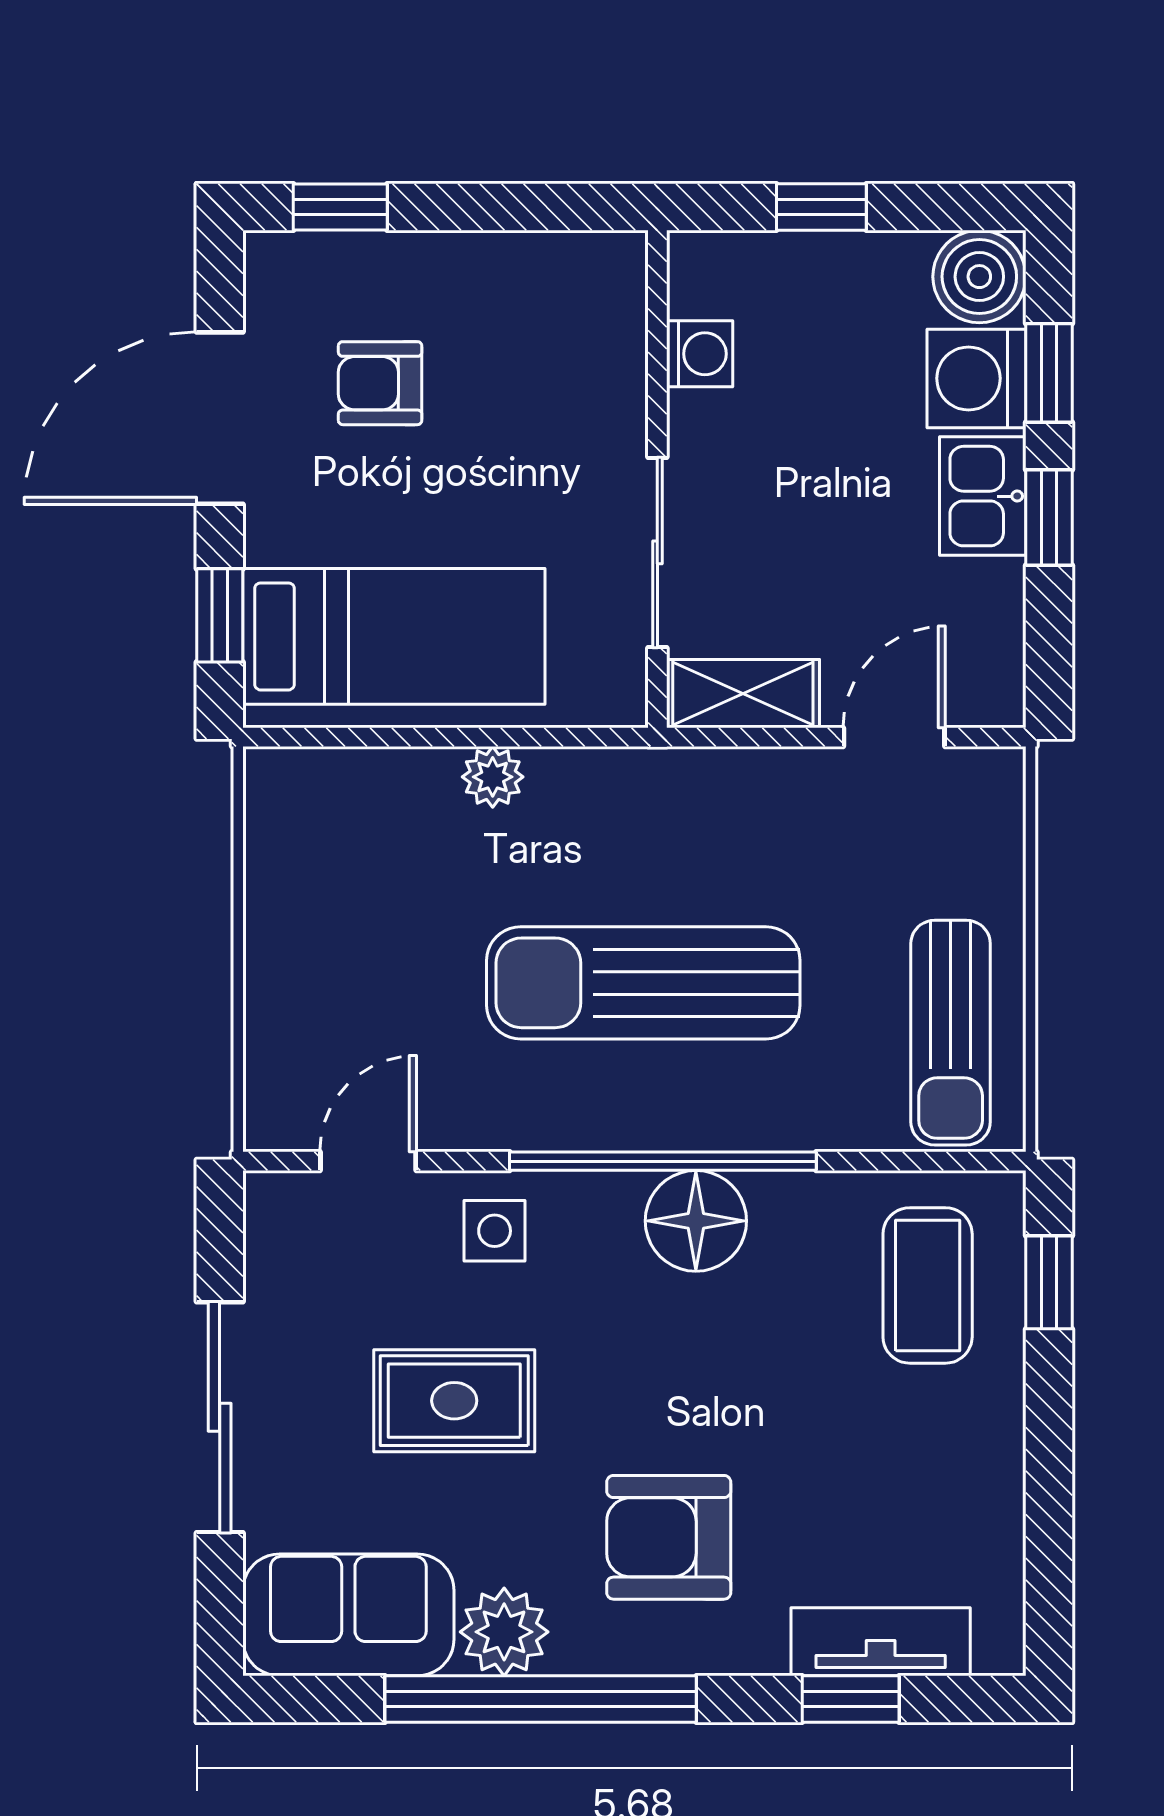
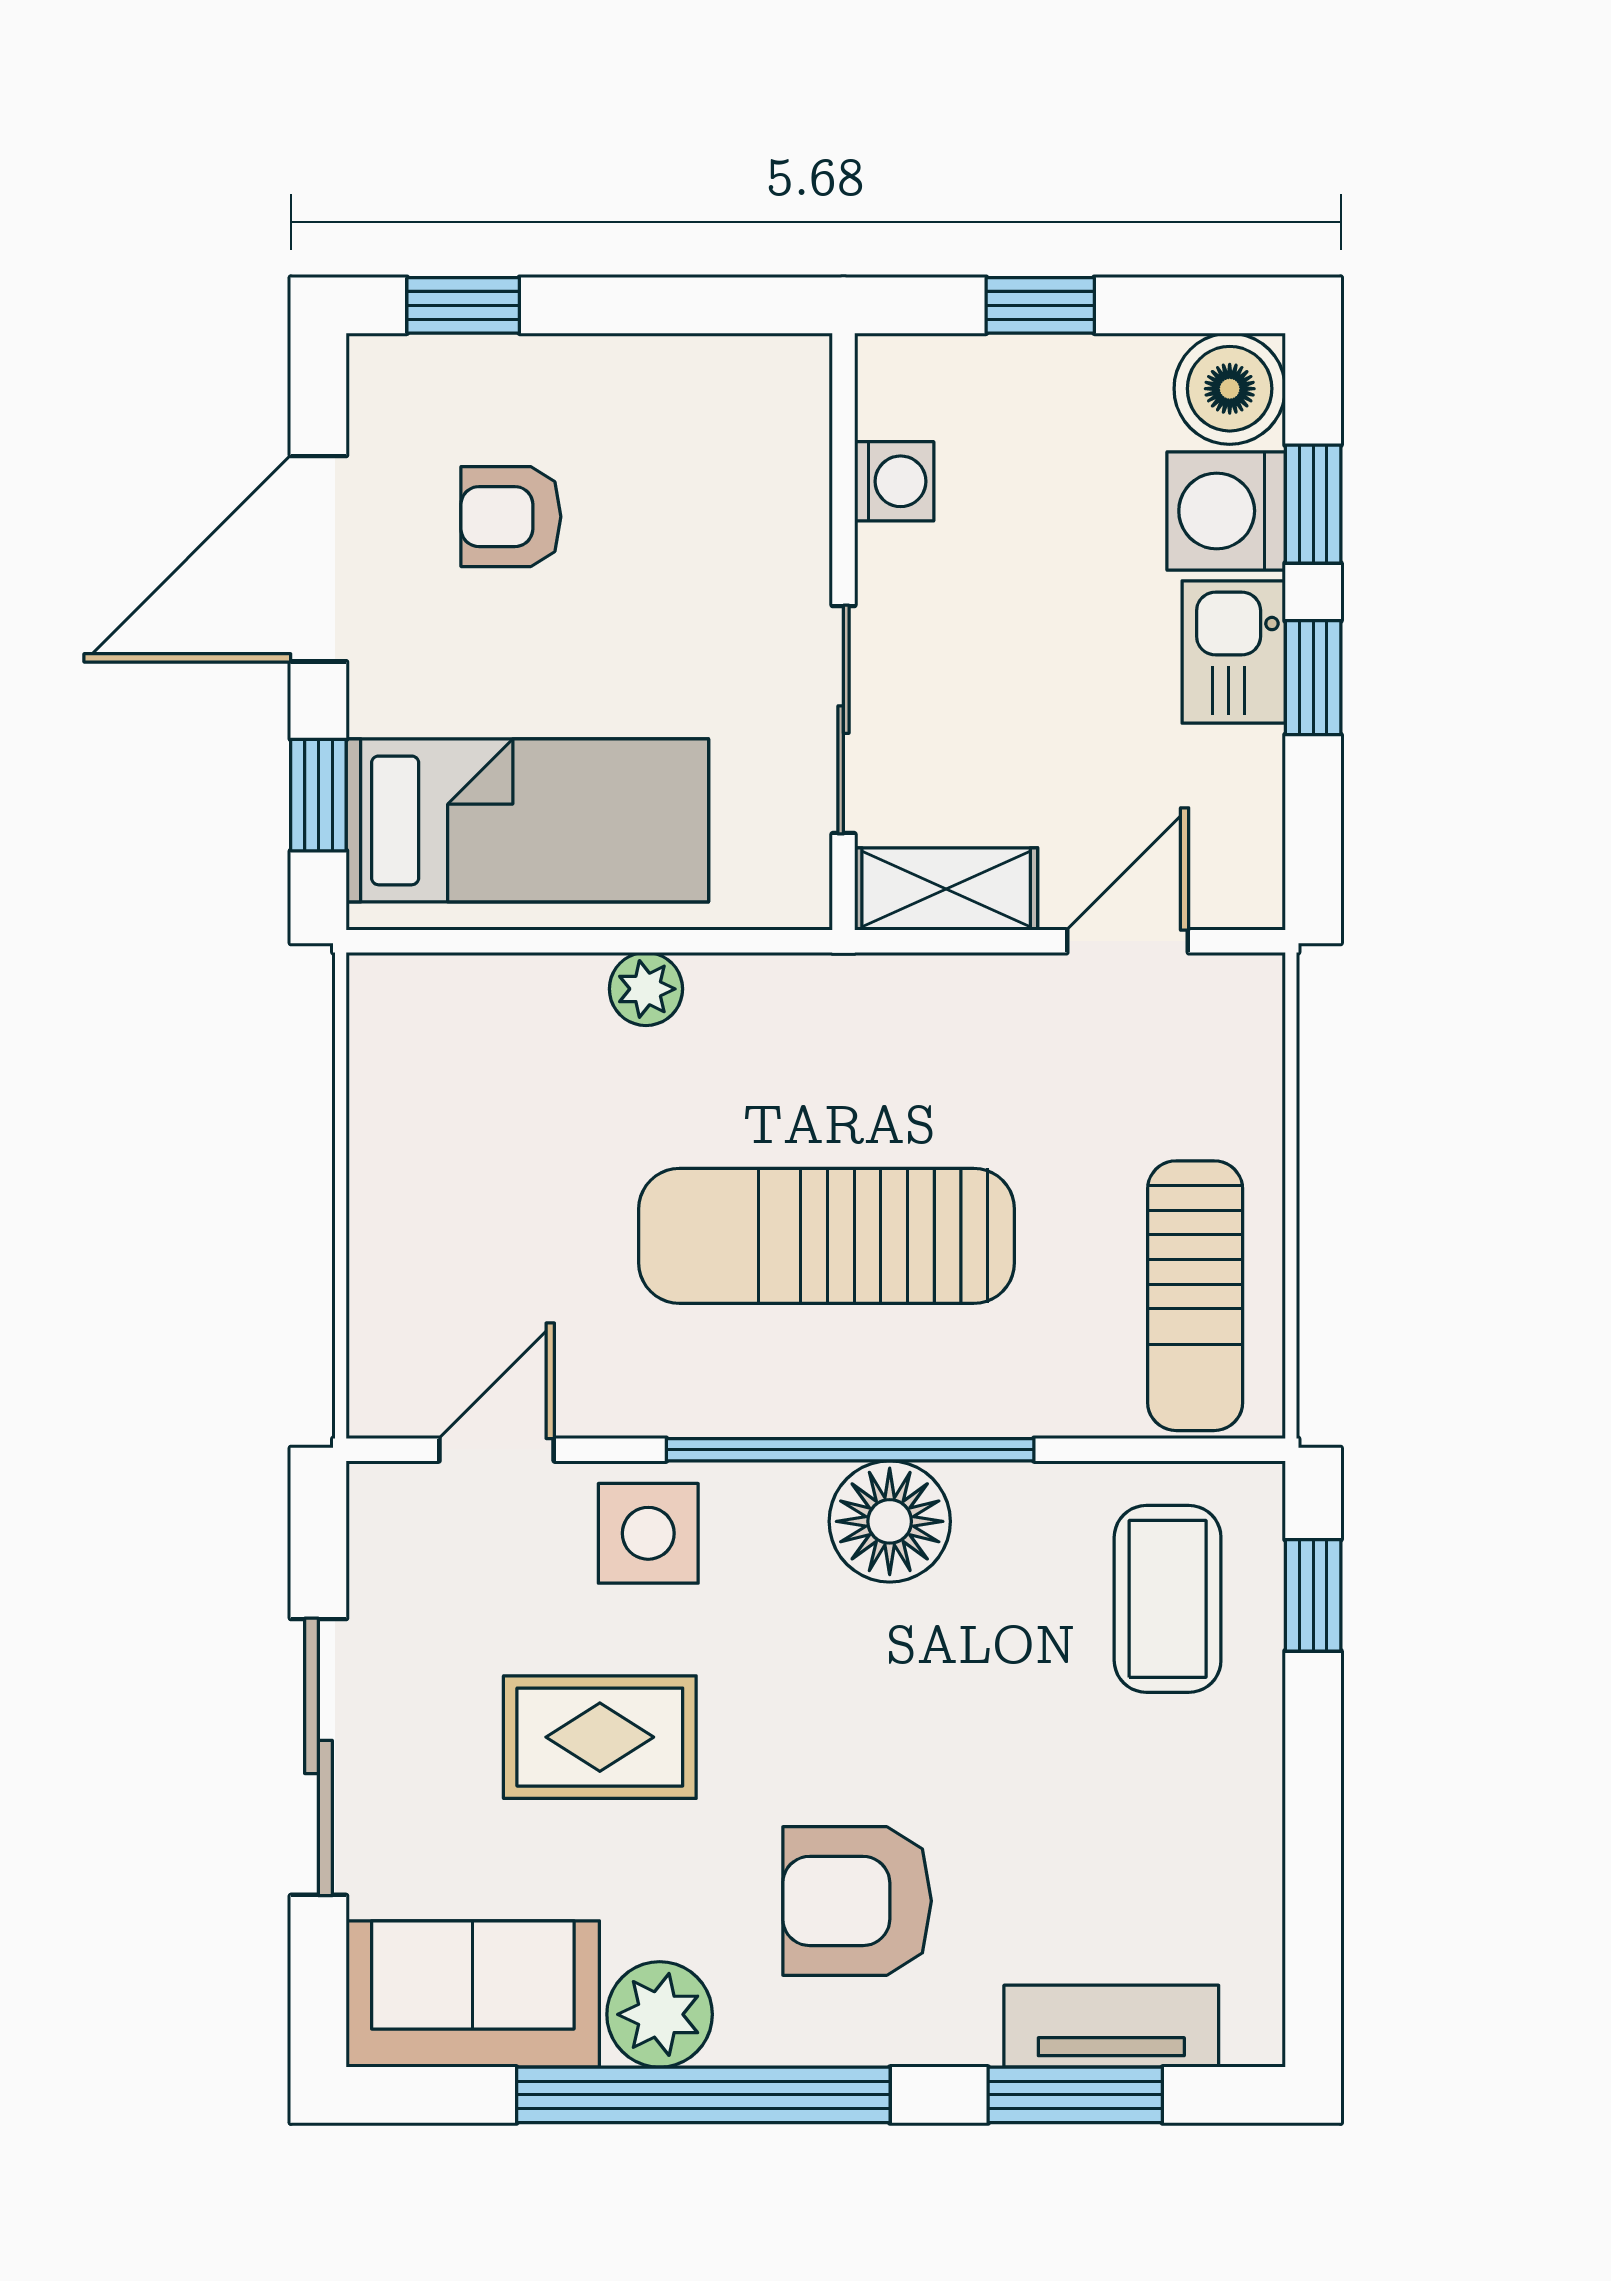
side table: (495, 1231) -> (648, 1533), width x1.37, depth x1.37
window: (851, 1699) -> (1075, 2095), width x1.50

